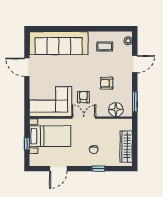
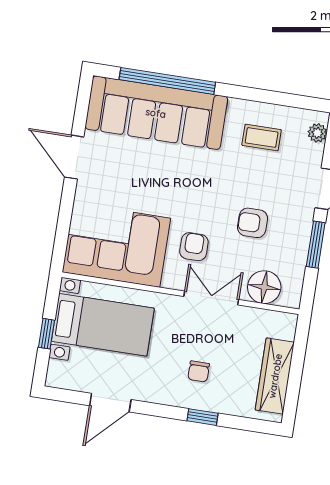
window: (61, 29) -> (167, 81), added
window: (135, 102) -> (316, 245), moved
double door: (84, 118) -> (211, 298), moved

